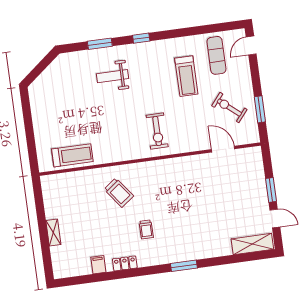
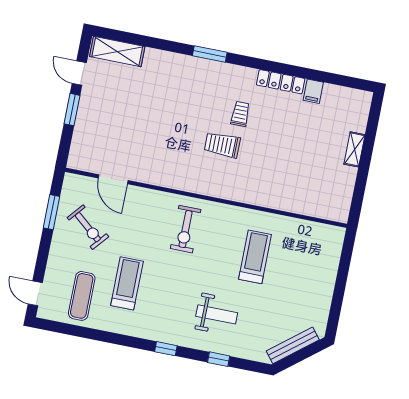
window: (100, 44) -> (219, 359), width x0.67
door: (251, 46) -> (35, 293), swing flipped
bench: (49, 73) -> (293, 345), added
exercise bike: (157, 131) -> (186, 229), turned 180
treadmill: (72, 155) -> (255, 257), moved, turned 90
trolley: (119, 193) -> (222, 145), moved, turned -53
locker: (125, 263) -> (281, 82), width x1.53

